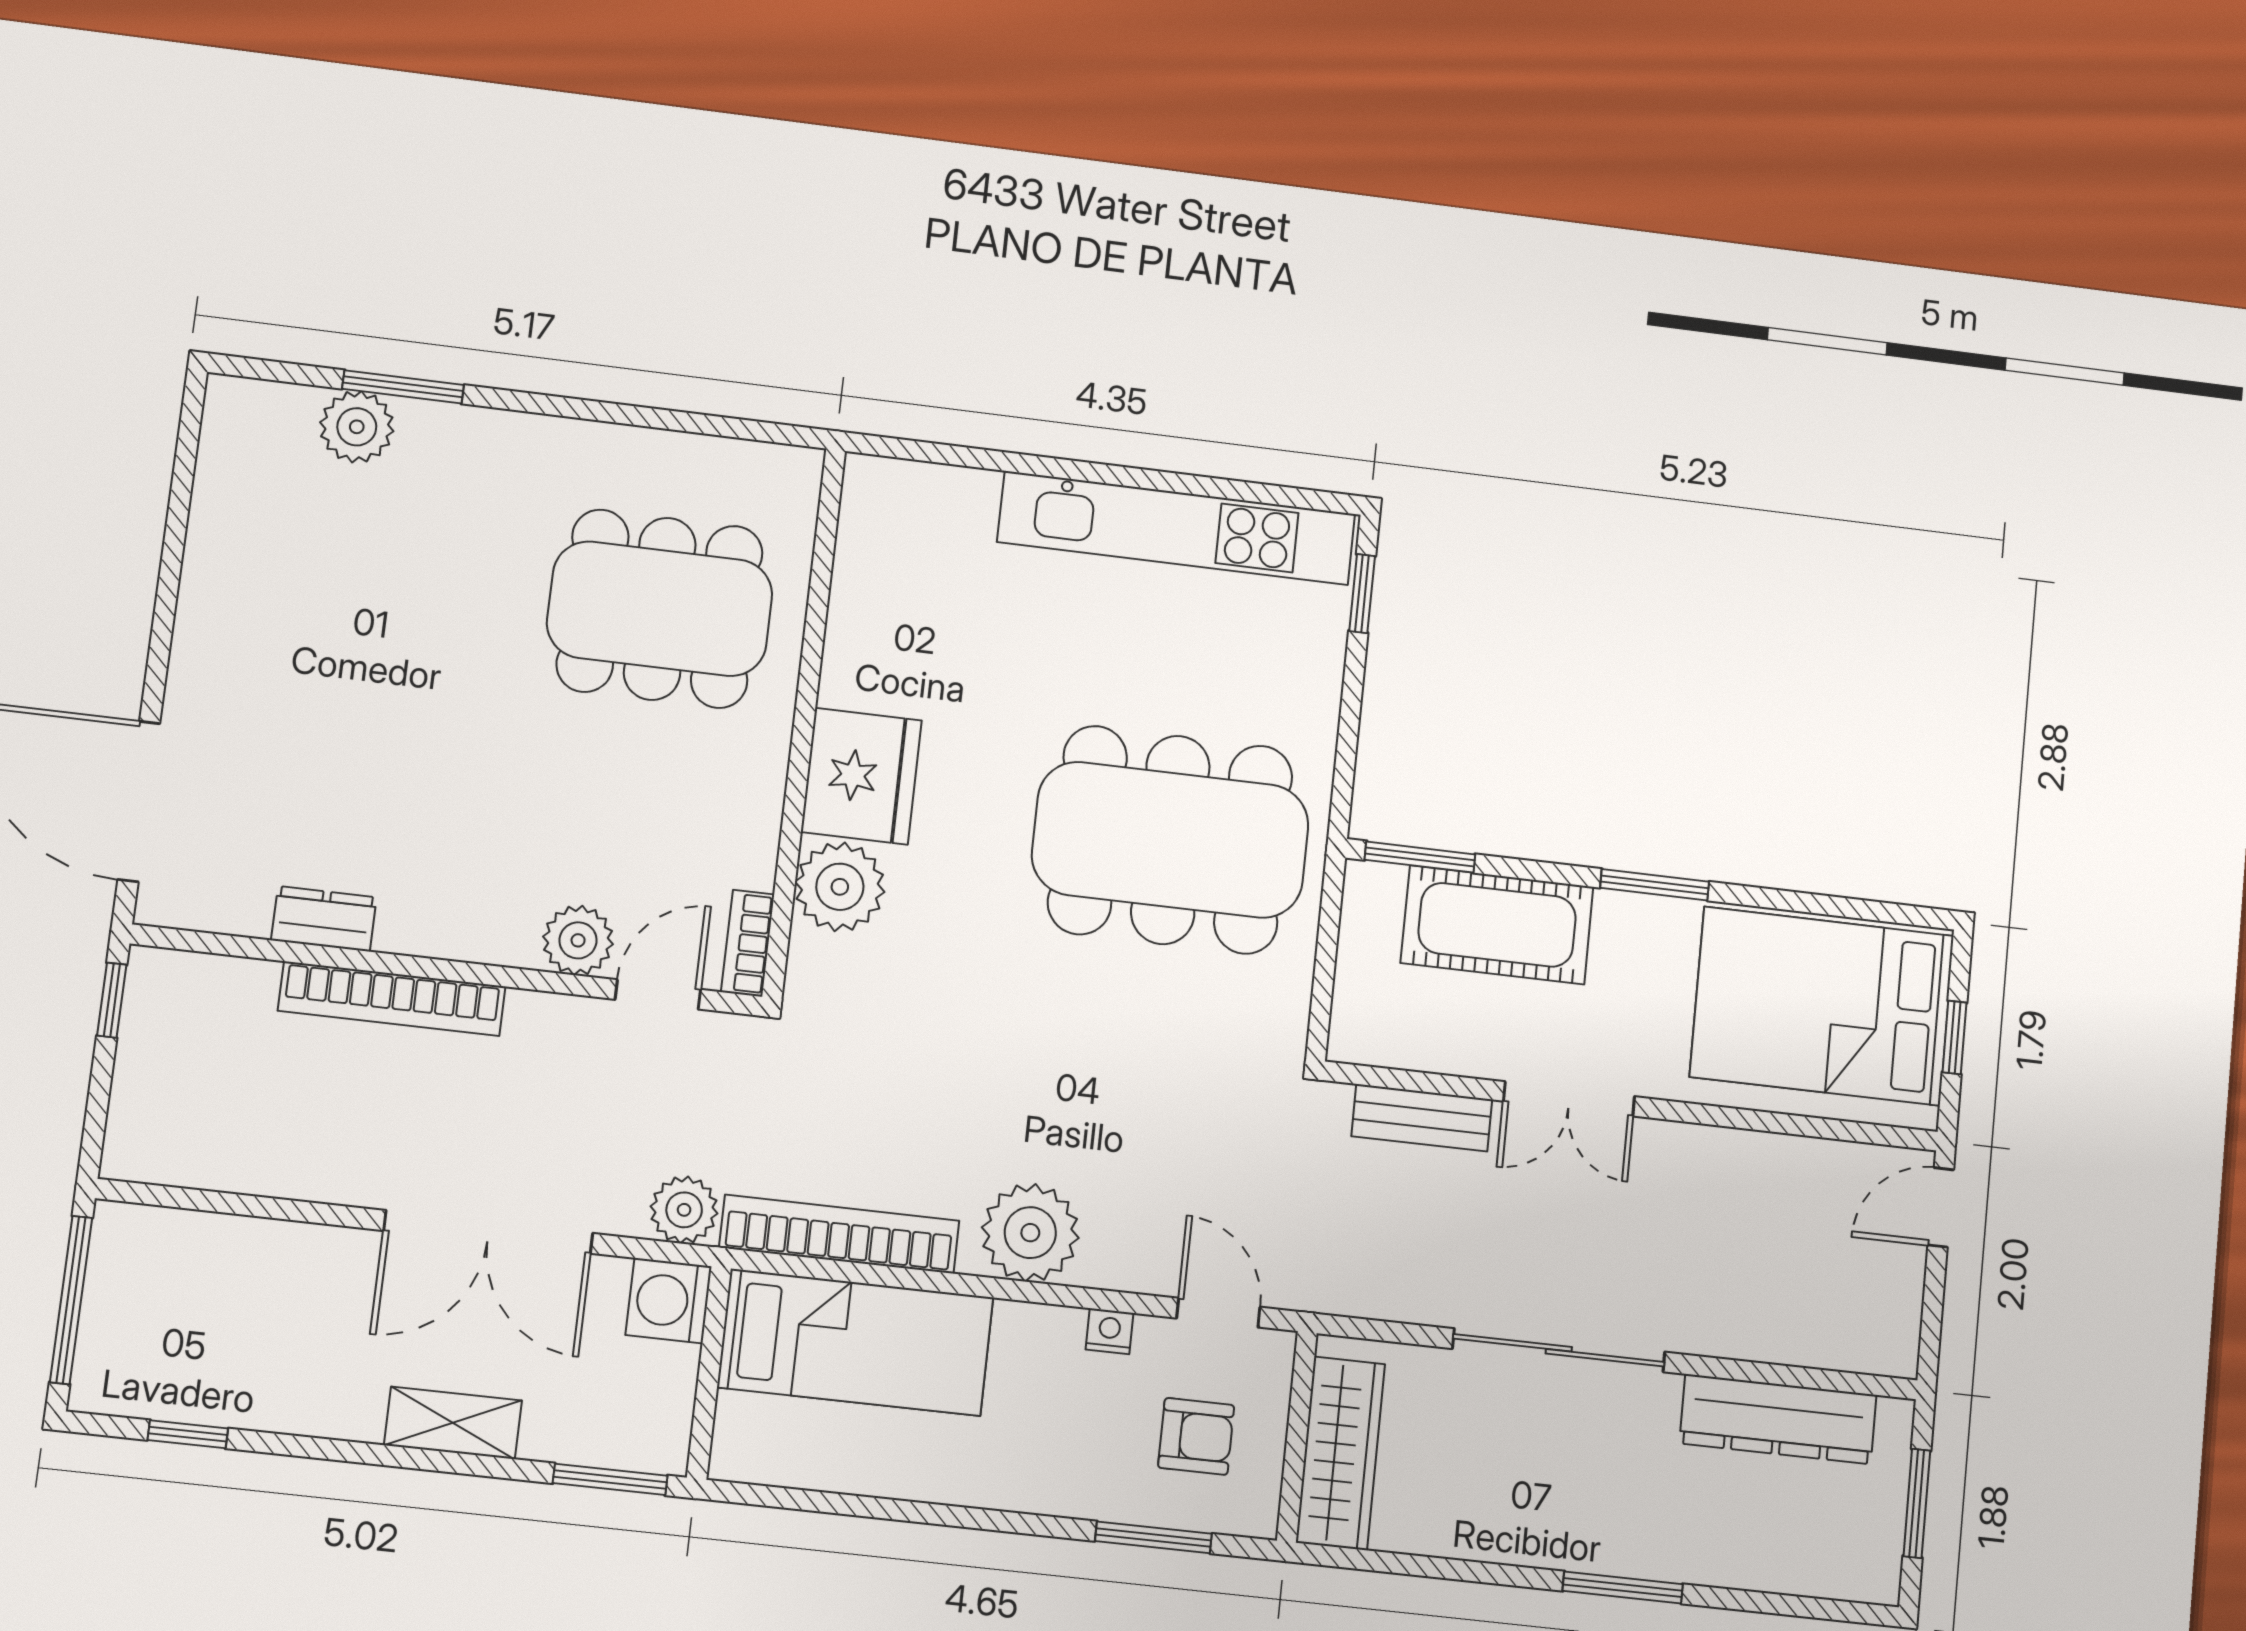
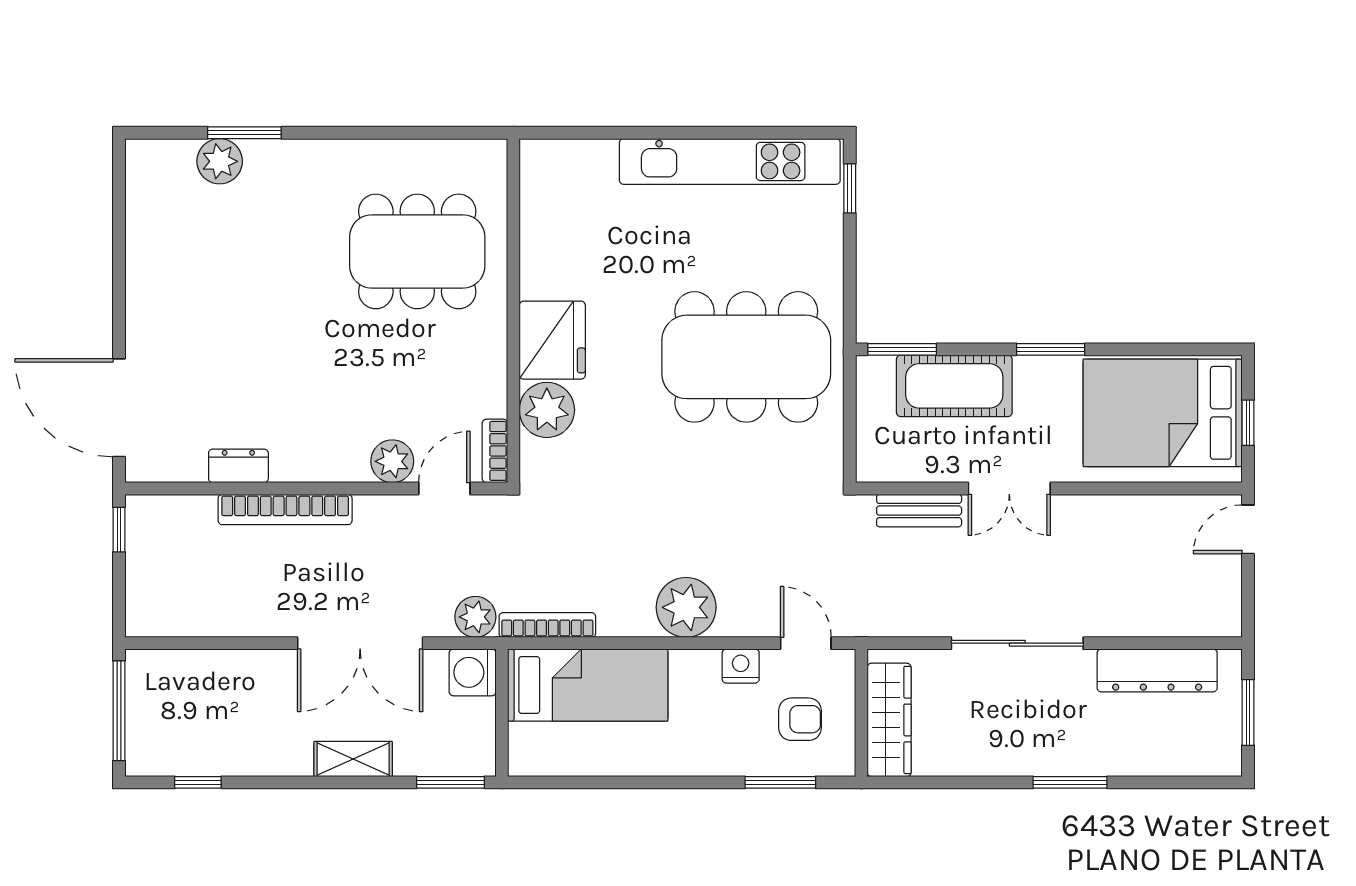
bookcase: (839, 1234) -> (547, 625), width x0.68, depth x0.76
nightstand: (1109, 1331) -> (741, 666), width x1.39, depth x1.35

